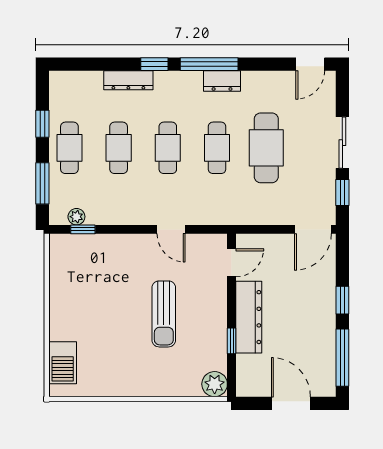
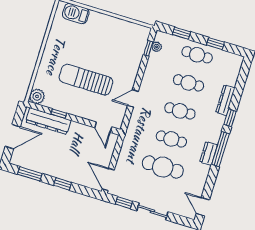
window: (42, 183) -> (182, 33), width x0.67
sun lounger: (164, 314) -> (86, 80), width x1.36, depth x1.34
dresser: (249, 317) -> (48, 121), moved
window: (342, 358) -> (30, 174), width x0.69

